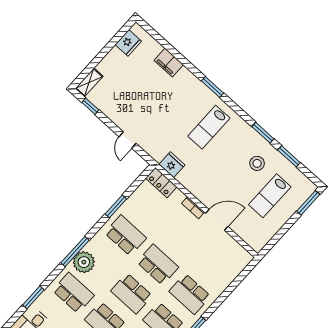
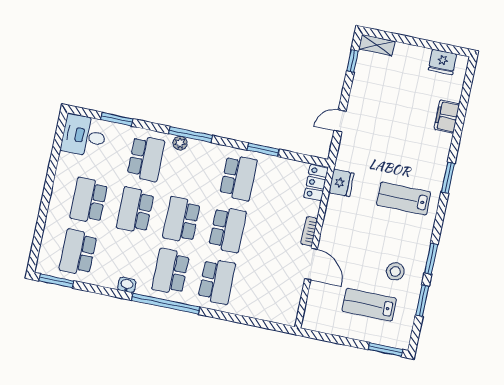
plant: (84, 262) -> (180, 143), width x0.53, depth x0.53
school desk: (190, 294) -> (217, 281), turned 180

